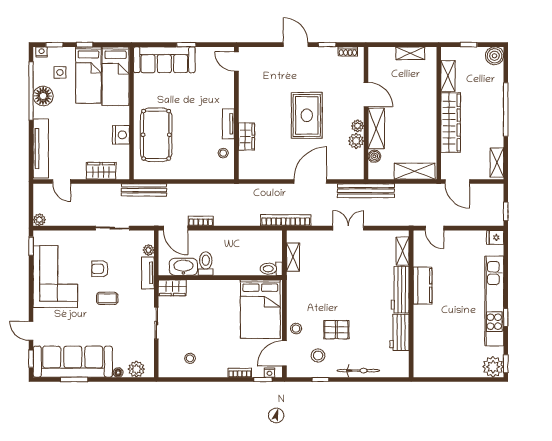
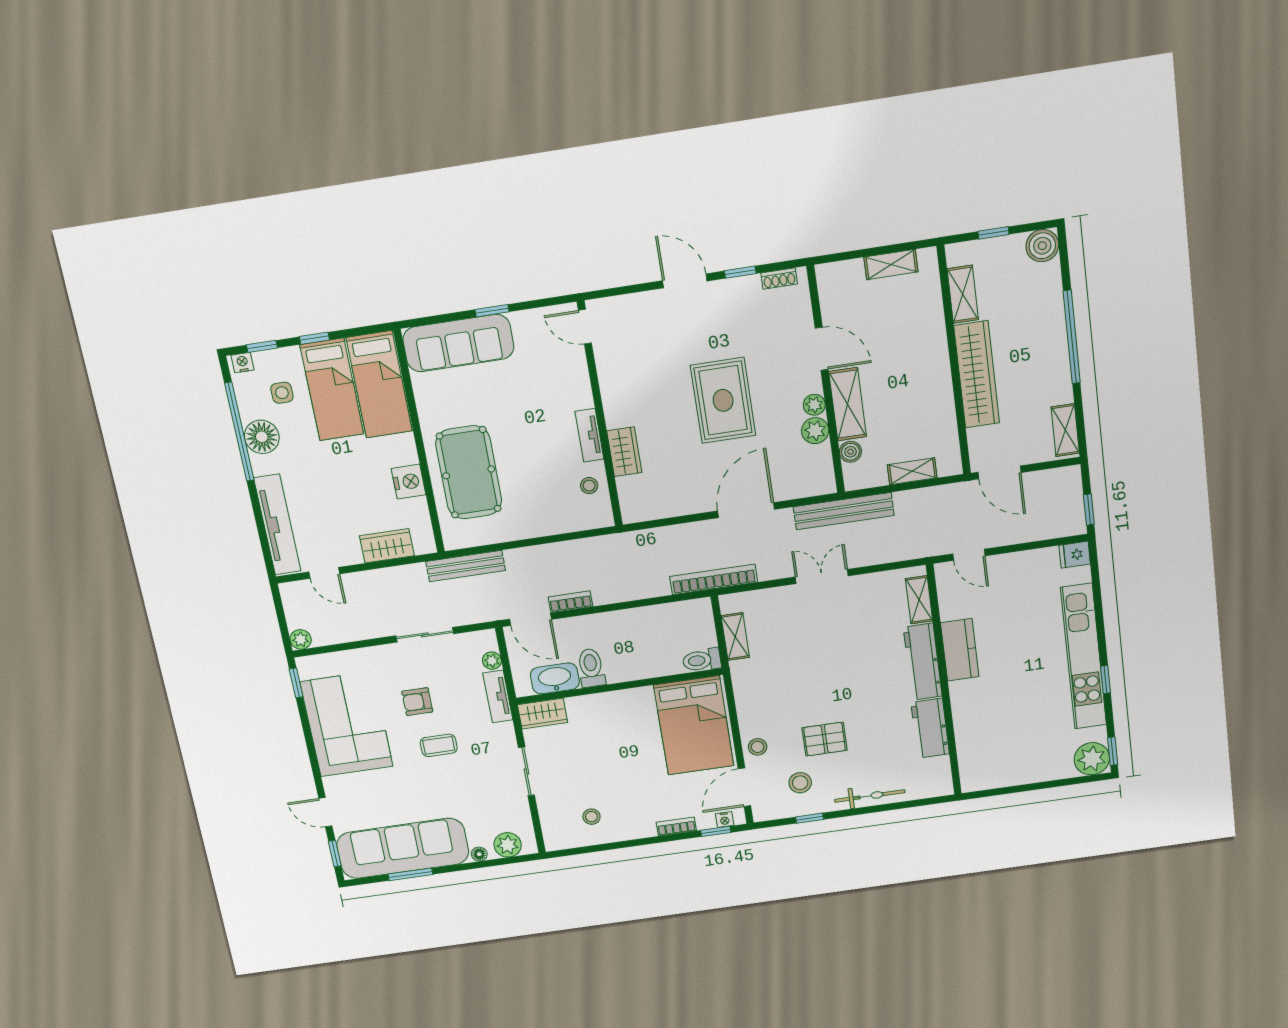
shelving: (415, 171) -> (912, 471), width x0.67, depth x0.75

